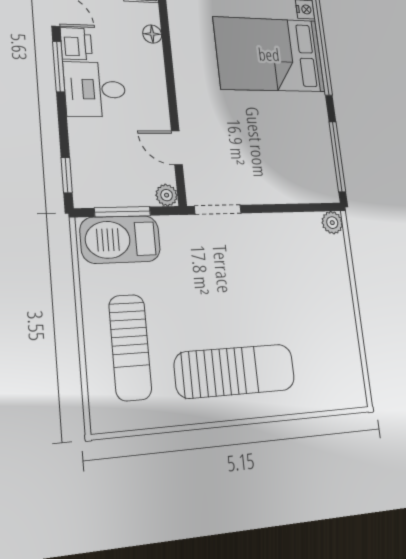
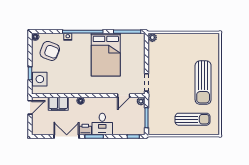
bed: (269, 54) -> (106, 55), moved
barbecue: (120, 239) -> (156, 119), removed
sun lounger: (235, 371) -> (203, 83), turned 180

